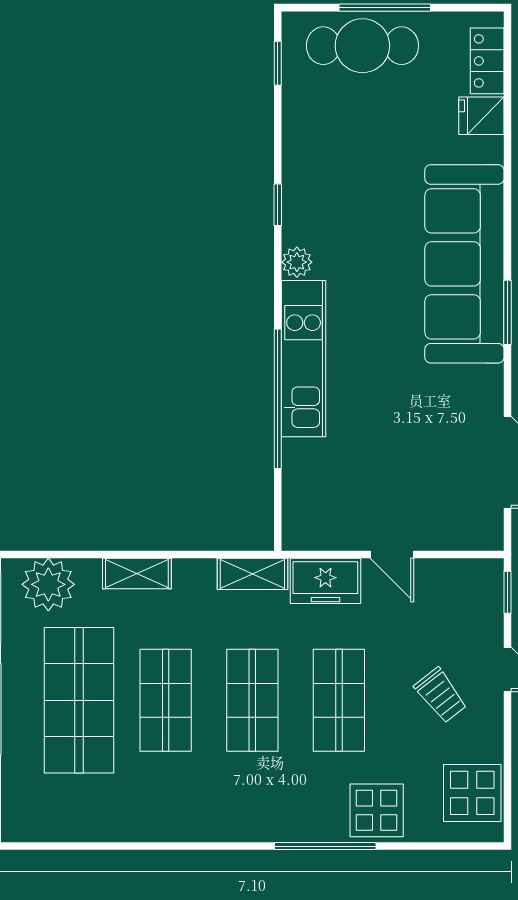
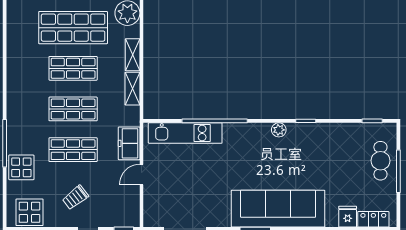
cafe table: (362, 46) -> (380, 161), width x0.73, depth x0.74
kitchen unit: (304, 359) -> (185, 133), moved
shelving: (252, 574) -> (132, 89), moved

